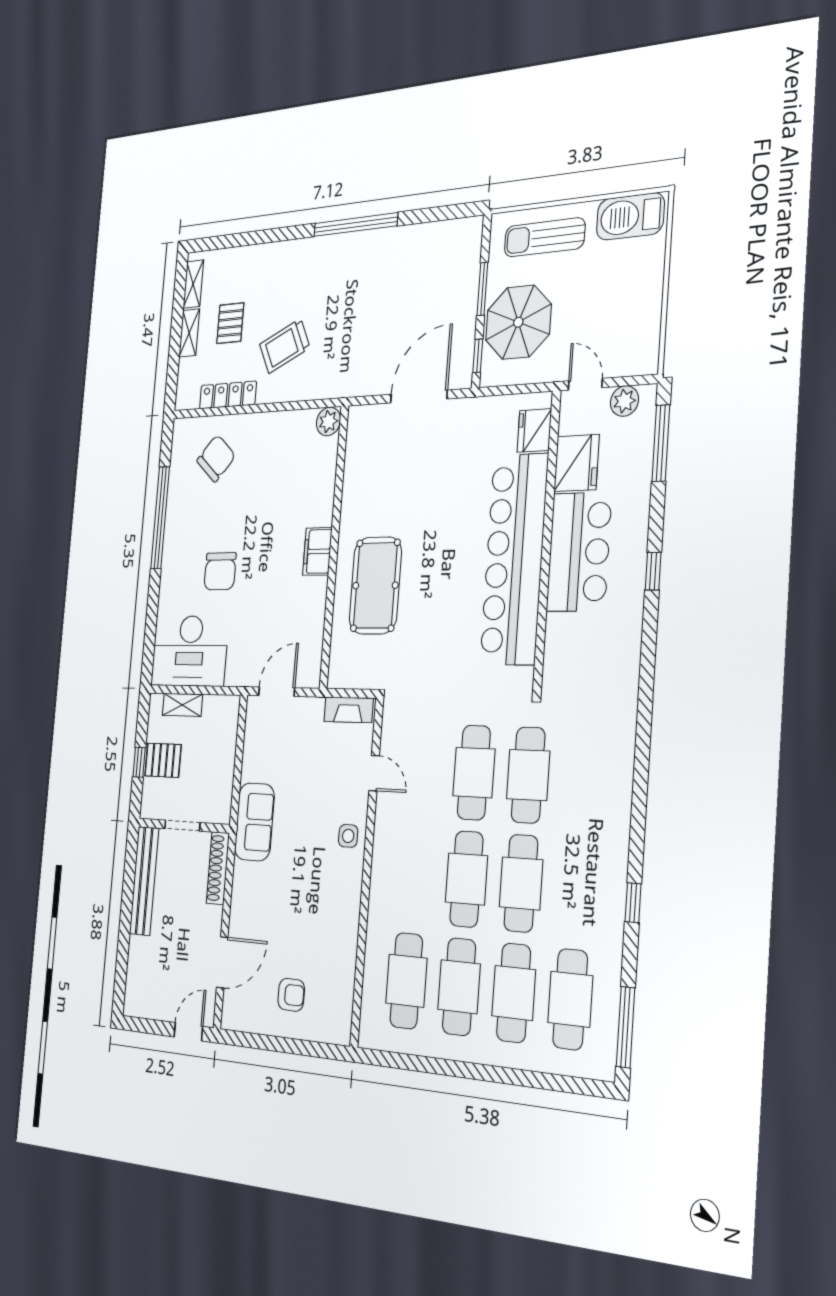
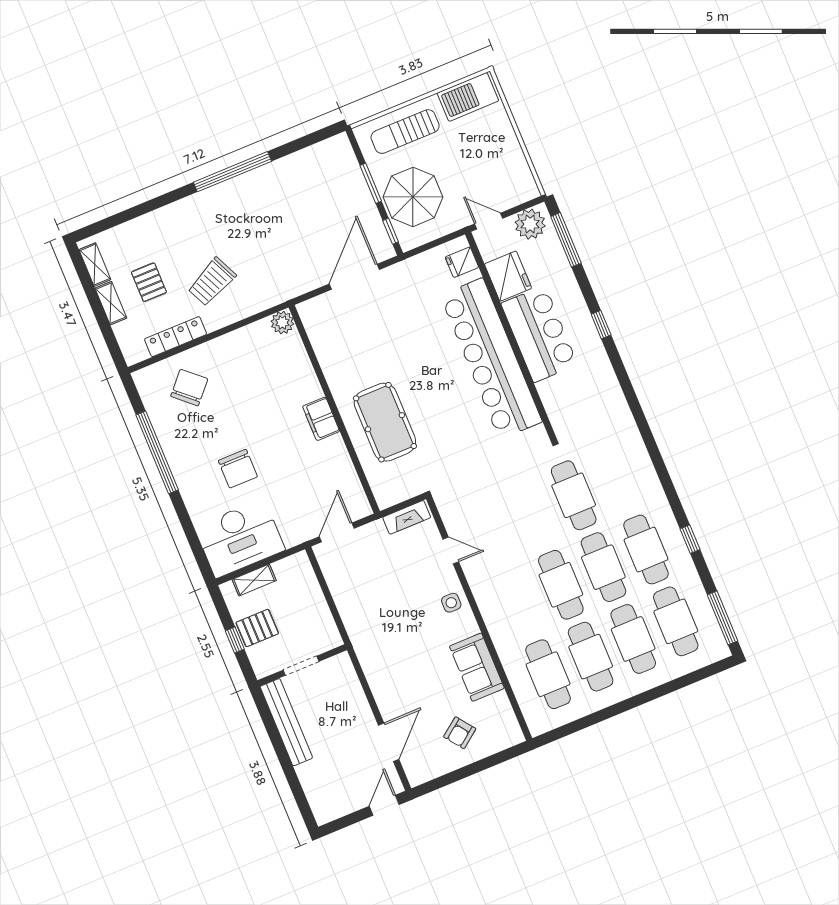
plant: (624, 401) -> (530, 224), width x1.36, depth x1.36
fridge: (534, 430) -> (462, 262), width x0.72
cafe table: (474, 773) -> (646, 550), moved
sofa: (254, 822) -> (477, 667), moved, turned 180
shoe rack: (218, 868) -> (350, 680), removed
armchair: (291, 995) -> (460, 733), turned 143

